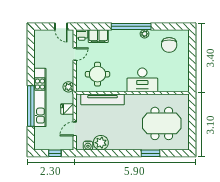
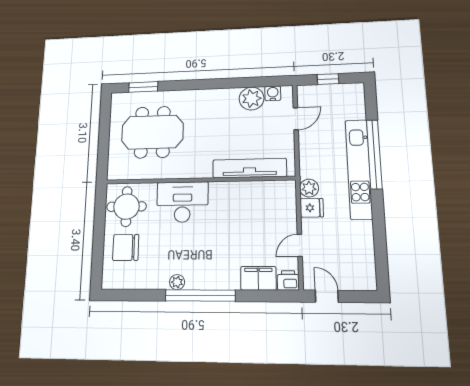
chair: (169, 45) -> (126, 247), moved, turned -90
round table: (98, 74) -> (126, 207), moved
fridge: (67, 109) -> (312, 208), moved
window: (151, 153) -> (143, 87), moved

